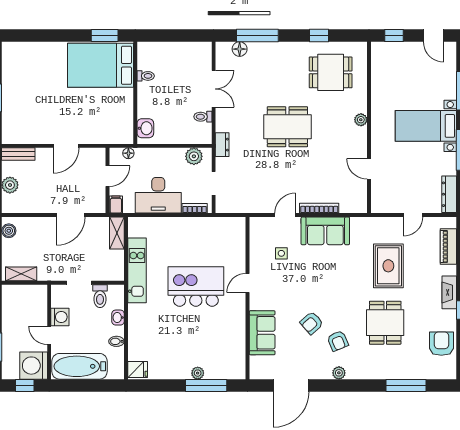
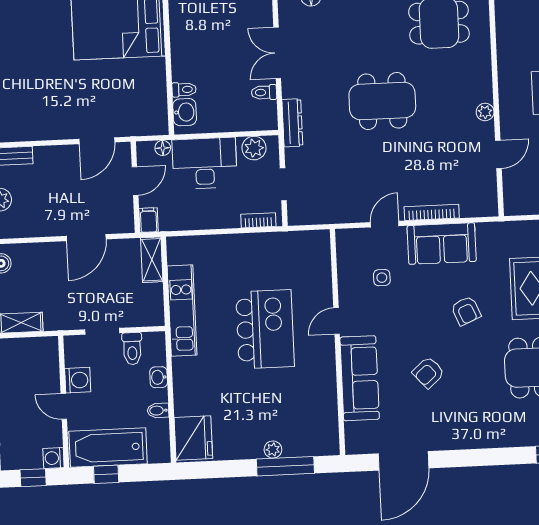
toilet: (146, 76) -> (184, 90), moved
double door: (214, 89) -> (277, 53), swing flipped
plant: (361, 120) -> (485, 112), moved
dresser: (222, 145) -> (292, 123), width x1.44
door: (66, 146) -> (97, 141), moved
door: (369, 169) -> (498, 154), swing flipped
desk: (158, 195) -> (205, 163), moved, turned 180
kitchen island: (196, 287) -> (265, 329), turned 90
sofa: (262, 333) -> (360, 378), width x1.36
armchair: (338, 341) -> (466, 311), moved
washing machine: (34, 366) -> (53, 458), width x0.53, depth x0.53
fridge: (138, 369) -> (193, 438), width x1.88, depth x1.34
plant: (339, 373) -> (469, 440), removed
window: (77, 385) -> (106, 474), added

